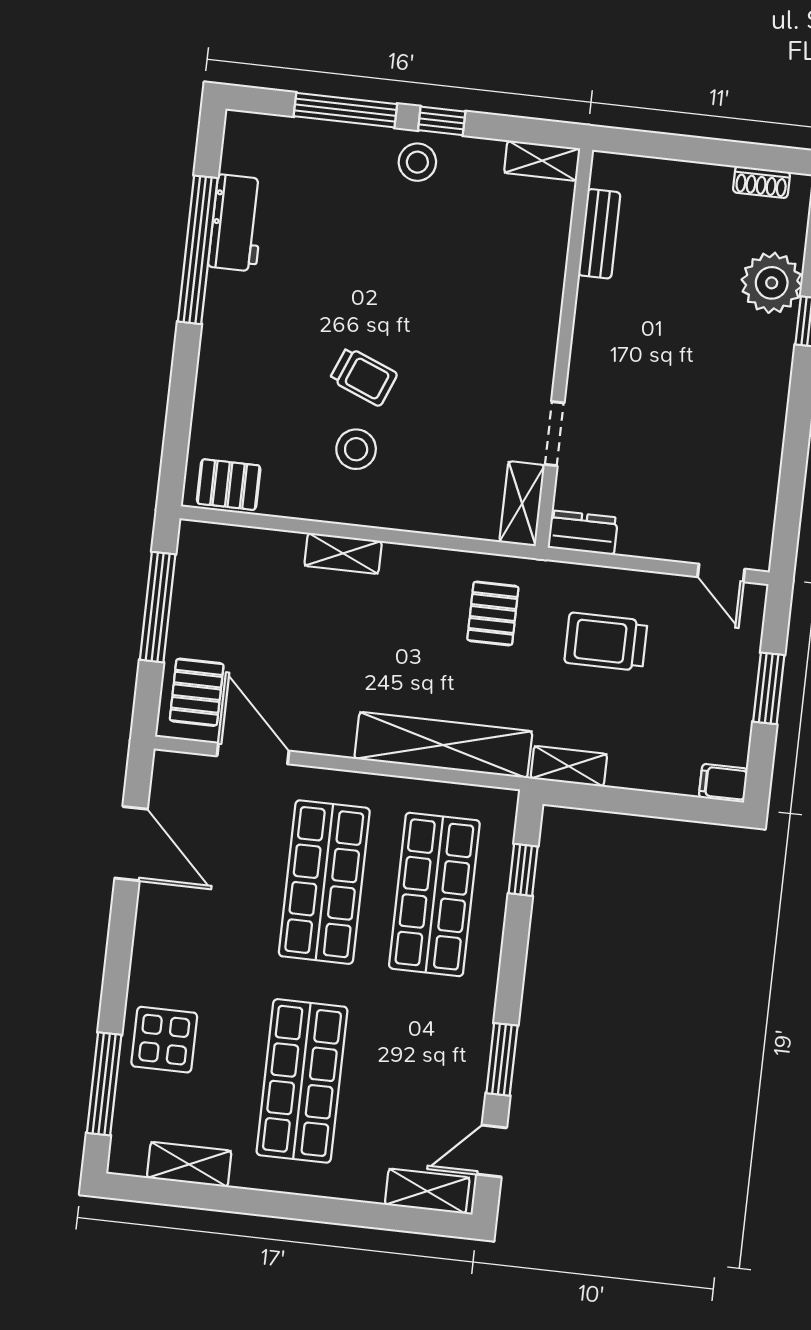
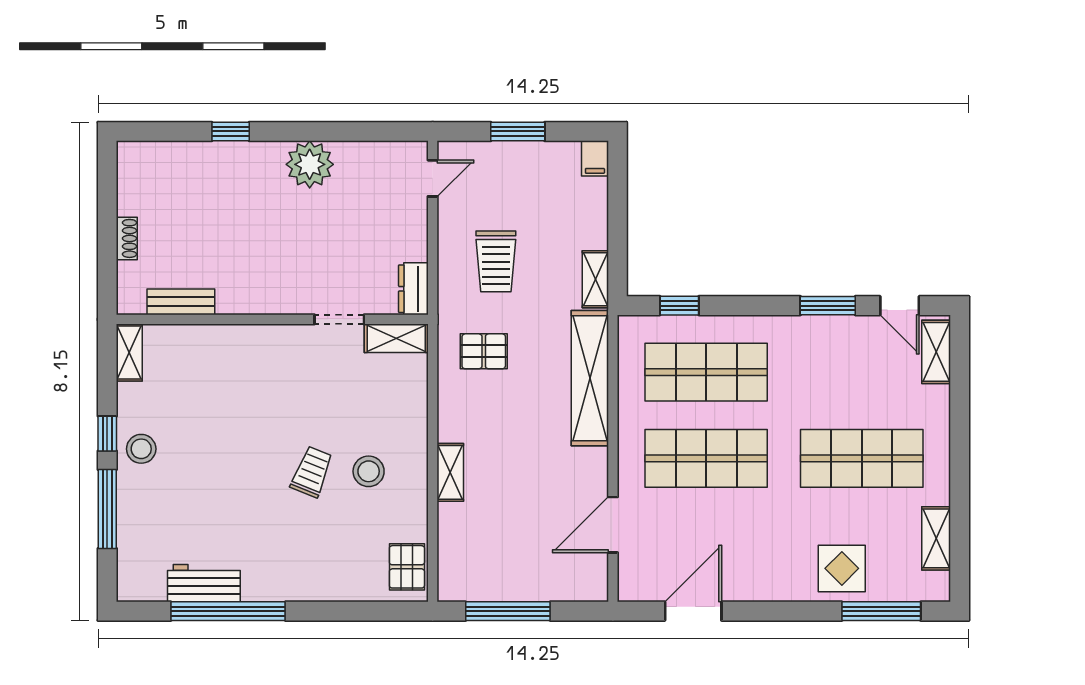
shoe rack: (761, 182) -> (127, 238), moved
plant: (772, 283) -> (310, 164), moved
pallet: (197, 692) -> (570, 574), removed

